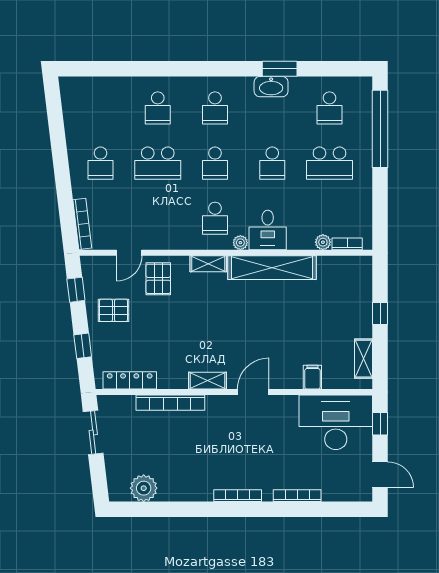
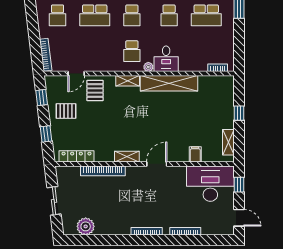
plant: (323, 242) -> (202, 67), removed
sliding door: (93, 432) -> (54, 201), moved

